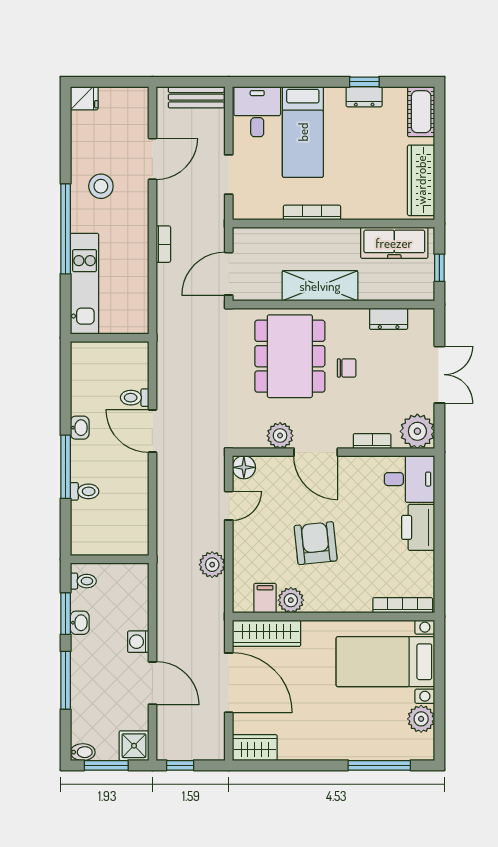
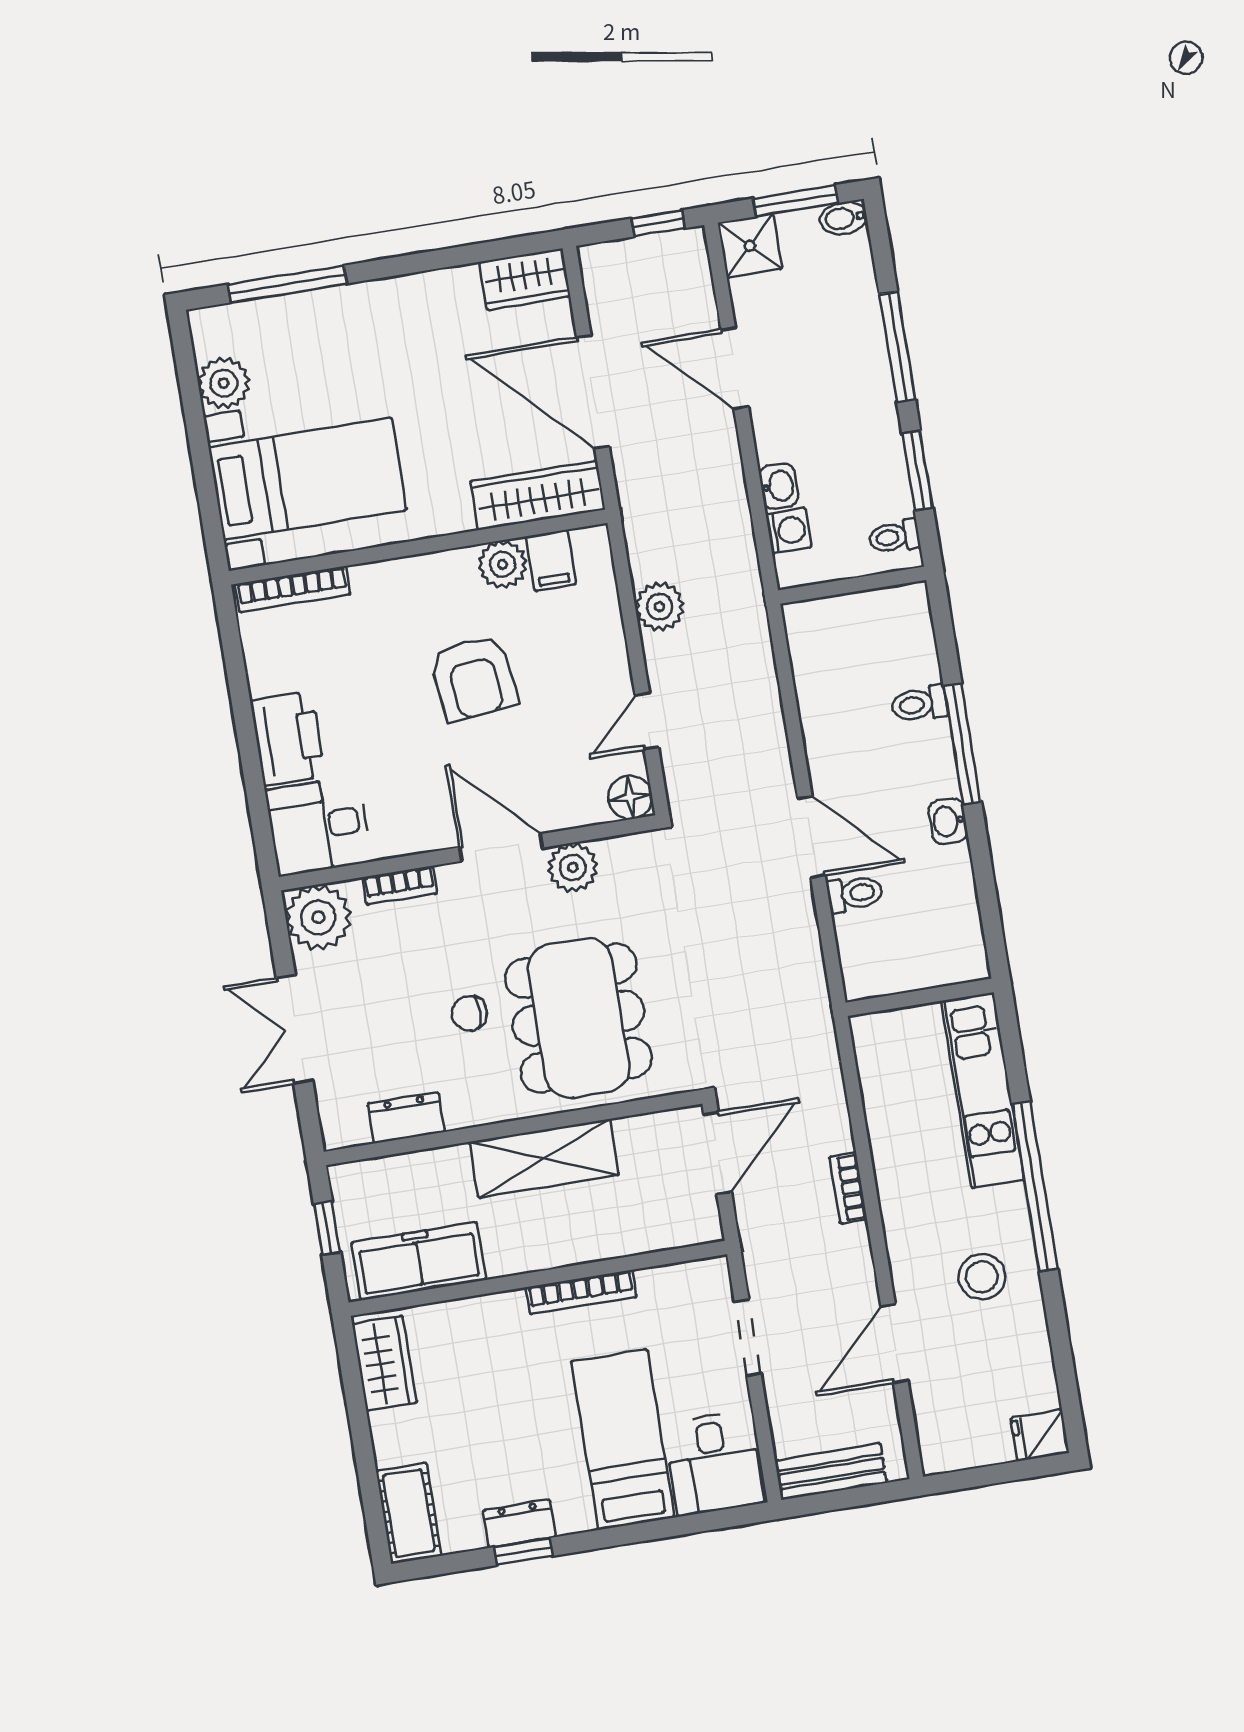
wardrobe: (421, 180) -> (384, 1363), width x0.67
washbasin: (80, 623) -> (779, 486), moved, turned 180
washing machine: (138, 642) -> (788, 531), moved

